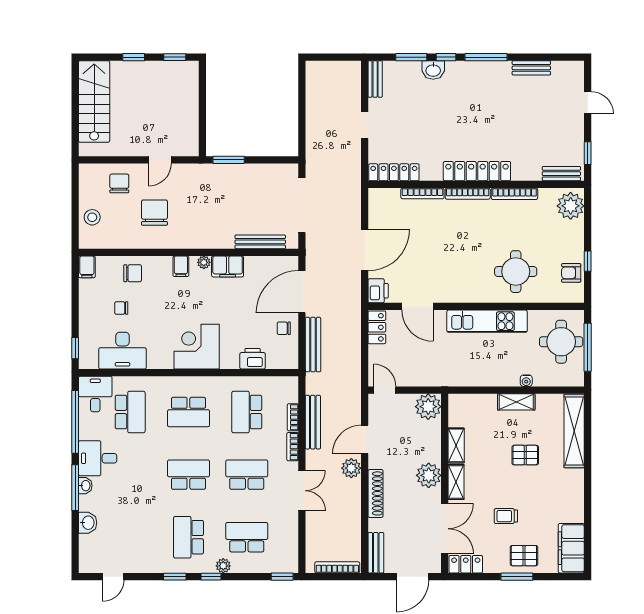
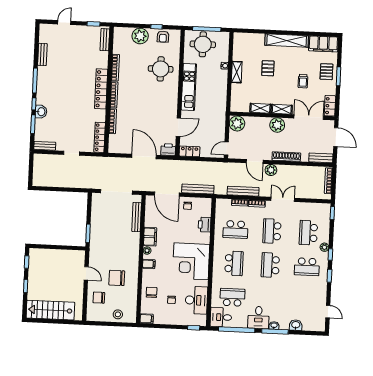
plant: (571, 206) -> (140, 36), moved
corner desk: (197, 347) -> (191, 261), width x1.36, depth x1.36
shelving: (574, 431) -> (287, 41), moved

